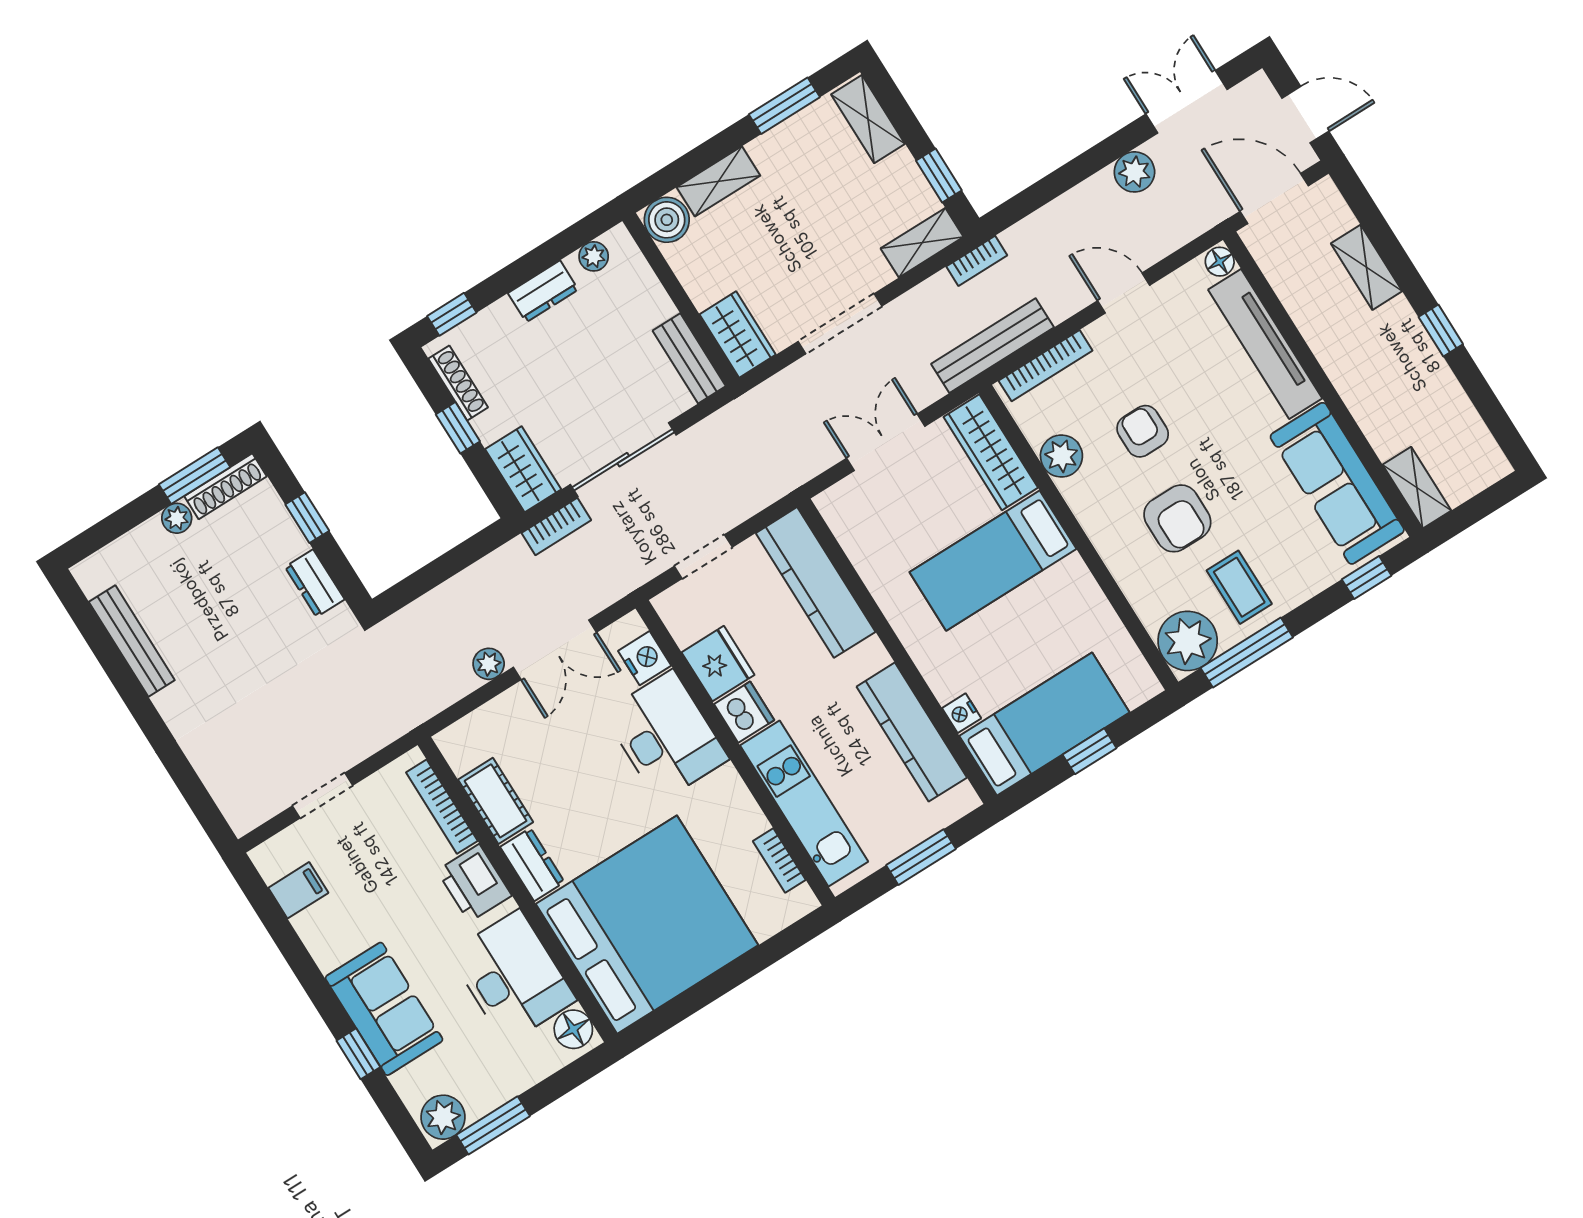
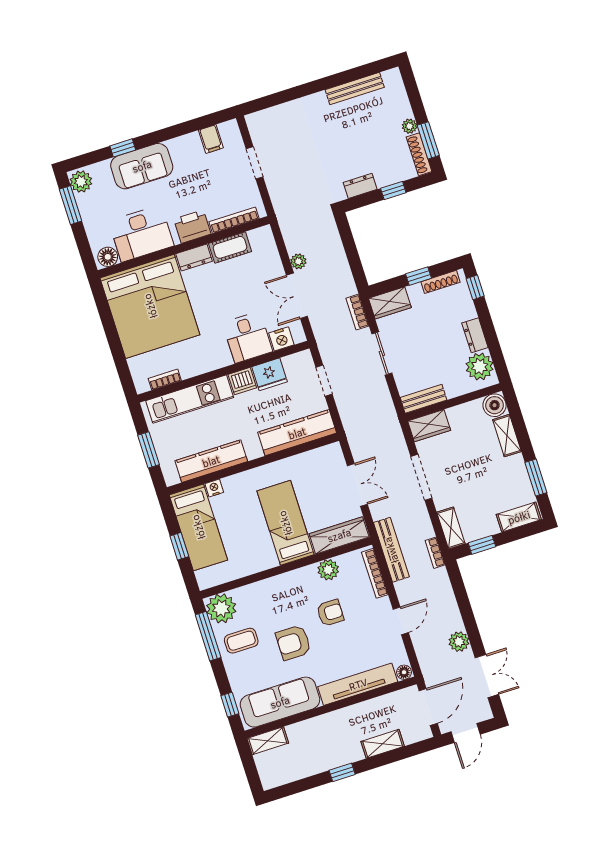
plant: (594, 256) -> (480, 367), width x1.88, depth x1.88
sliding door: (623, 460) -> (382, 353), width x0.73
armchair: (1177, 518) -> (293, 643), moved
desk: (666, 736) -> (247, 337), width x0.73

